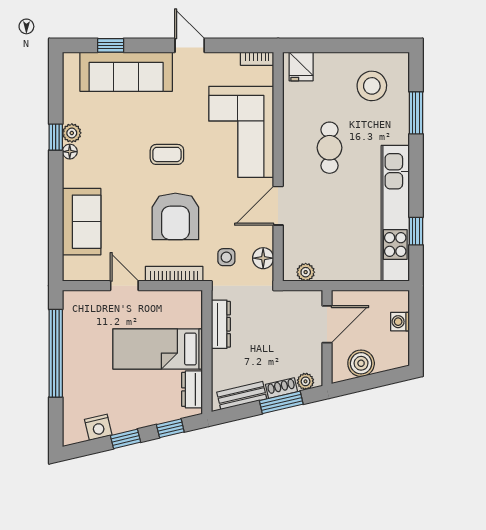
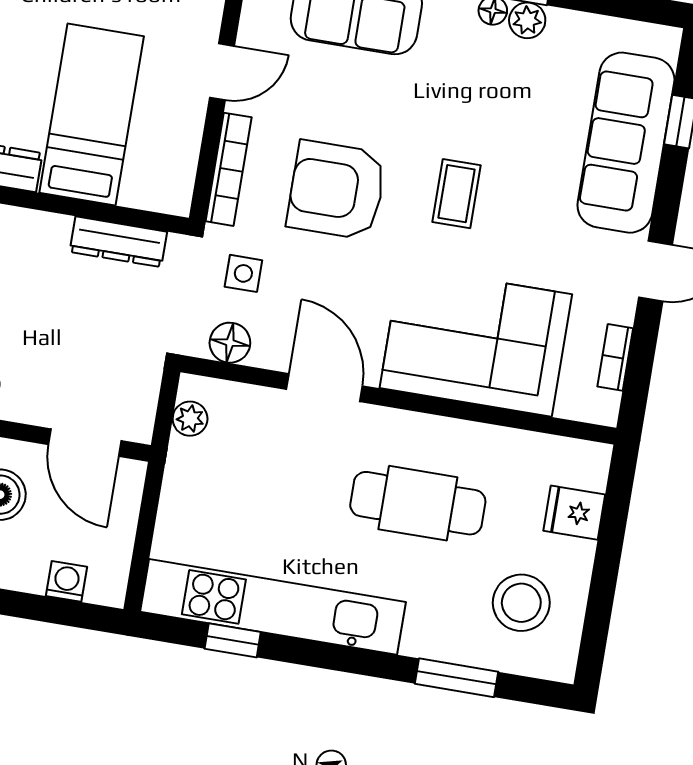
bookcase: (257, 59) -> (615, 357), moved
fridge: (301, 66) -> (574, 513), moved
cafe table: (330, 148) -> (418, 503), width x1.37, depth x1.35

